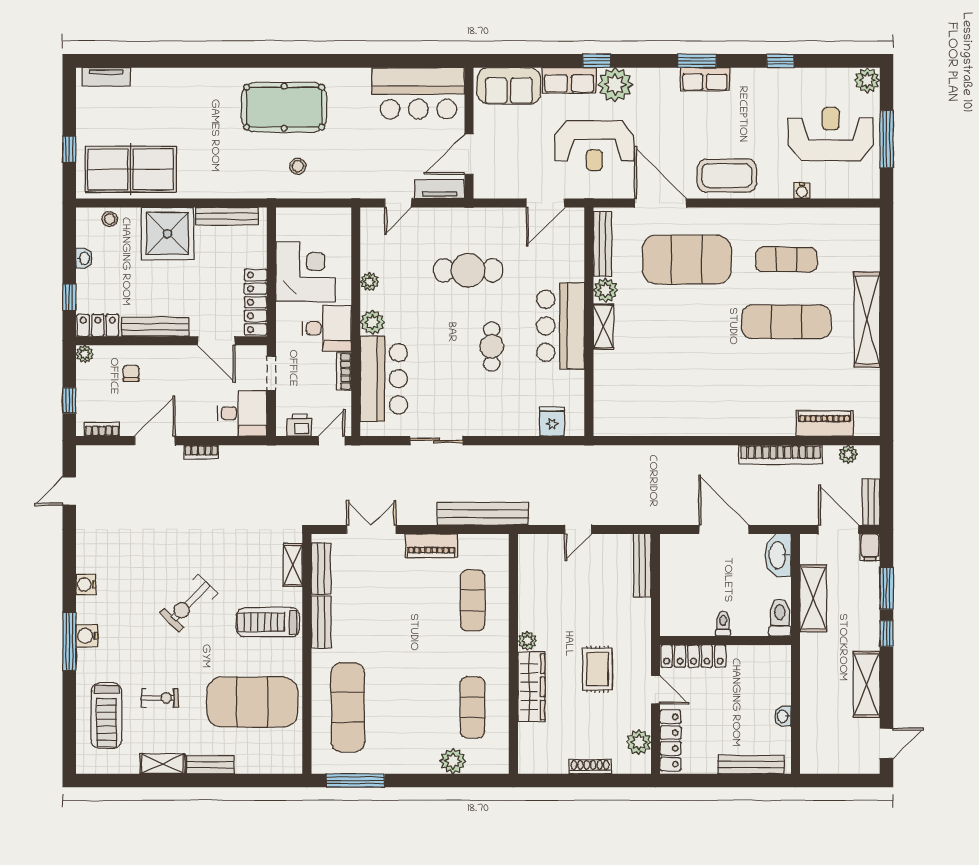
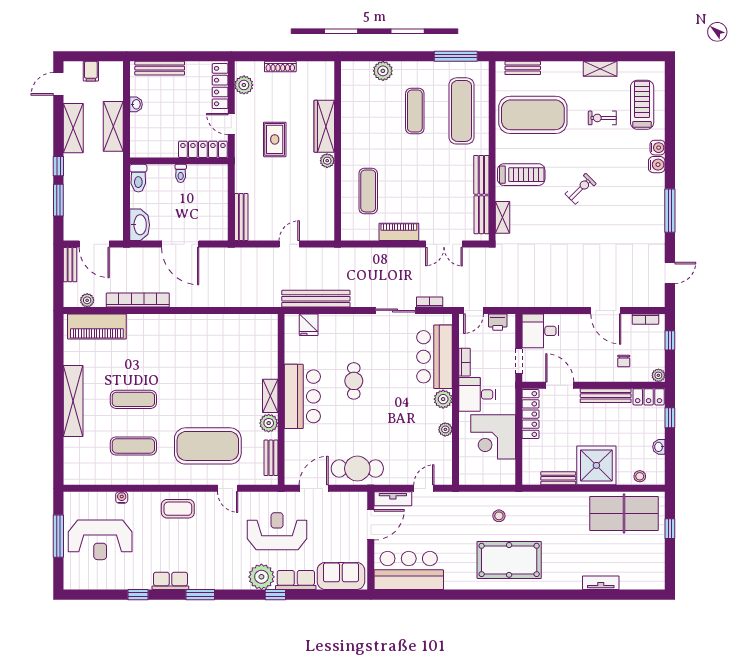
tv unit: (106, 77) -> (601, 583), moved
row of seats: (705, 79) -> (170, 581), moved
plant: (867, 80) -> (73, 580), removed
coffee table: (727, 176) -> (178, 509), width x0.73, depth x0.76
door: (660, 203) -> (228, 488), width x0.53
bench: (227, 216) -> (558, 478), width x0.73
bench: (602, 244) -> (271, 458), width x0.73
cafe table: (468, 270) -> (357, 469), moved
exercise mat: (786, 322) -> (133, 399), width x0.73, depth x0.69
piano: (825, 423) -> (97, 326), width x1.37, depth x1.33
door: (155, 441) -> (606, 310), hinge flipped
bookcase: (201, 452) -> (430, 302), moved
bench: (483, 514) -> (316, 299), moved
filing cabinet: (870, 547) -> (91, 71), moved, turned 180
water cooler: (86, 584) -> (657, 148), moved
shelving: (813, 598) -> (113, 126), moved
exercise bike: (189, 603) -> (581, 189), width x0.73, depth x0.72
window: (69, 641) -> (670, 211), moved
exercise mat: (473, 707) -> (415, 111), moved
bench: (210, 765) -> (523, 68), moved

